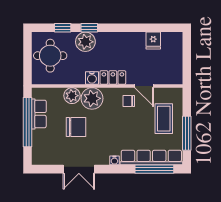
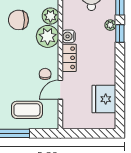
fridge: (153, 41) -> (104, 99), width x1.88, depth x1.34
plant: (85, 42) -> (110, 25), width x0.53, depth x0.53
chair: (76, 127) -> (18, 20), turned 90

